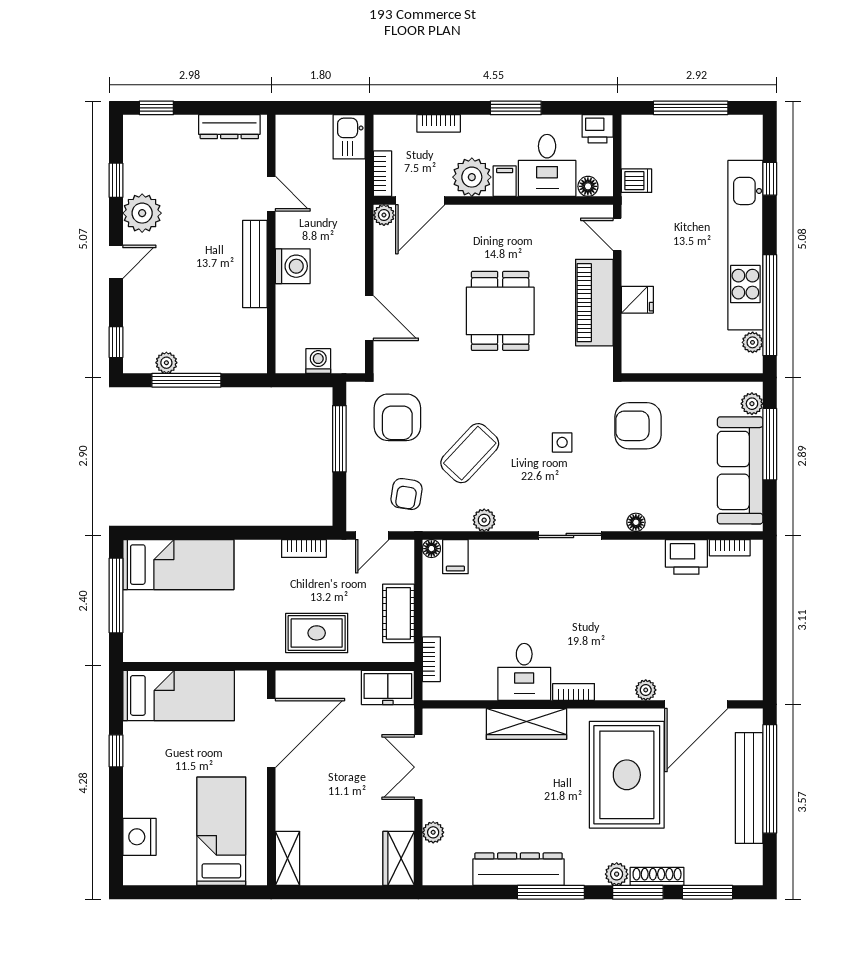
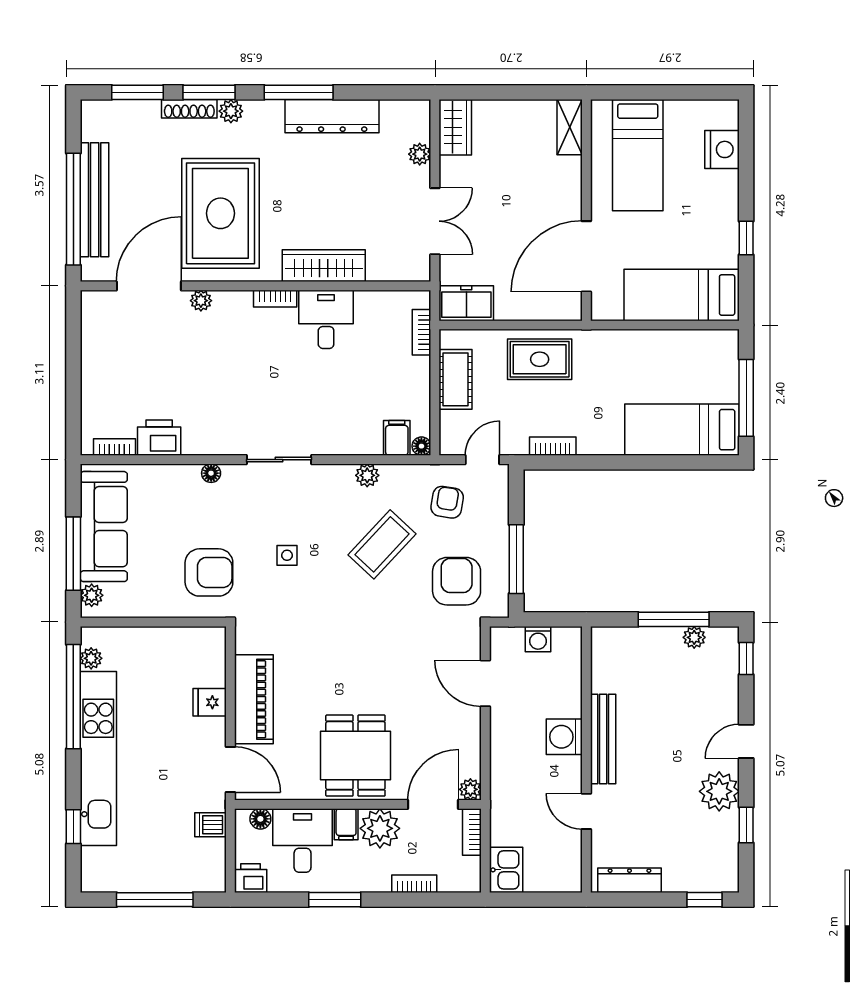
door: (617, 234) -> (230, 770), width x1.38
dining table: (500, 311) -> (355, 756), moved

